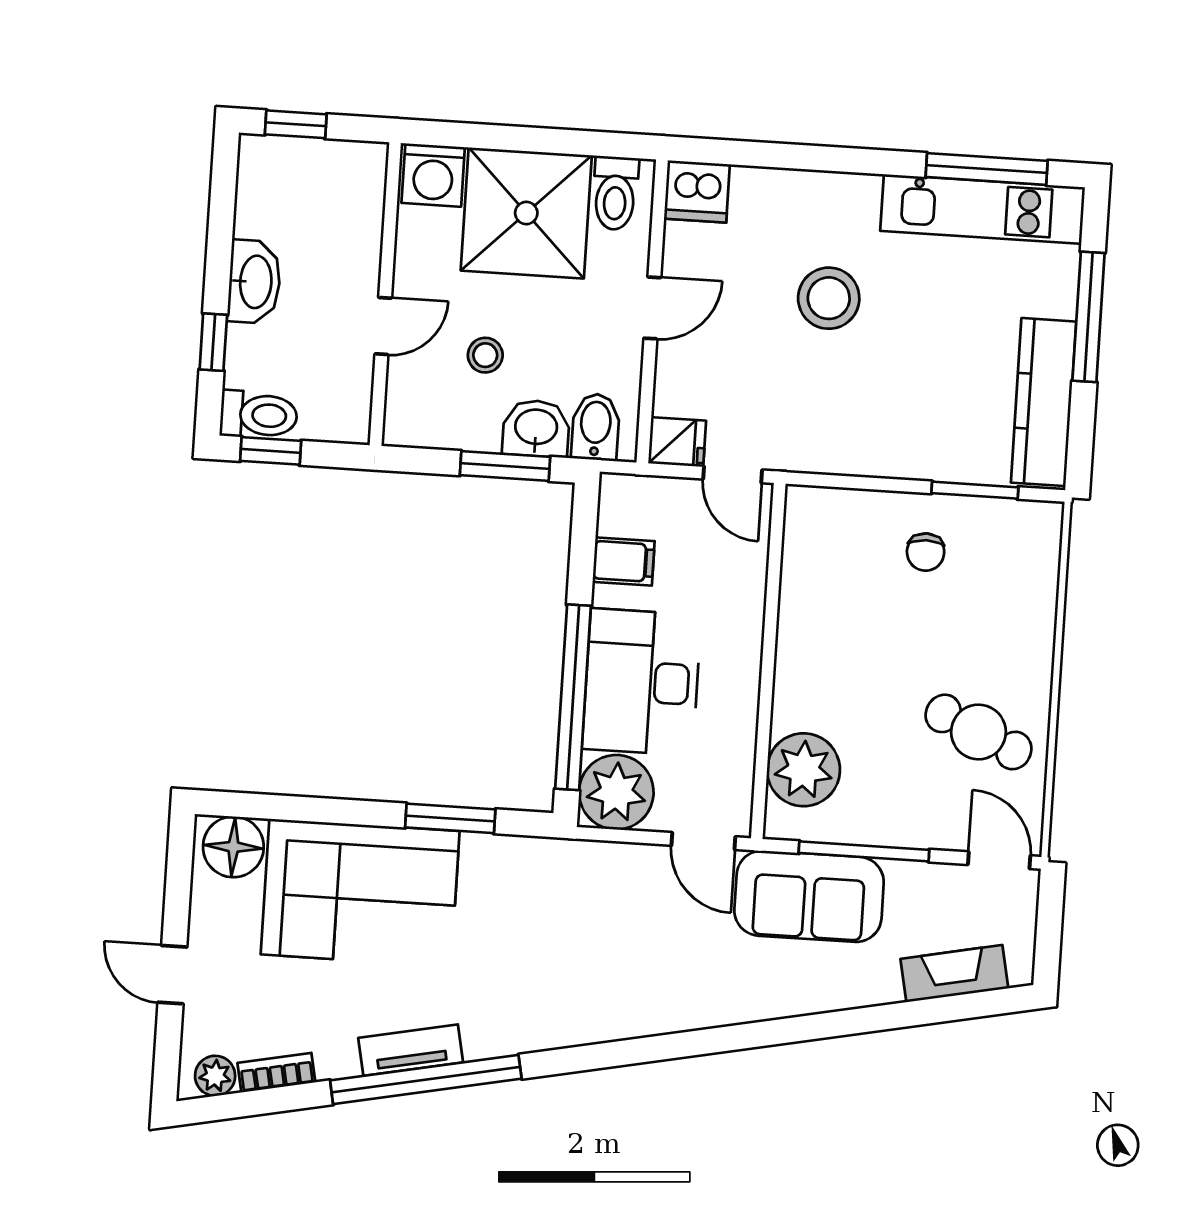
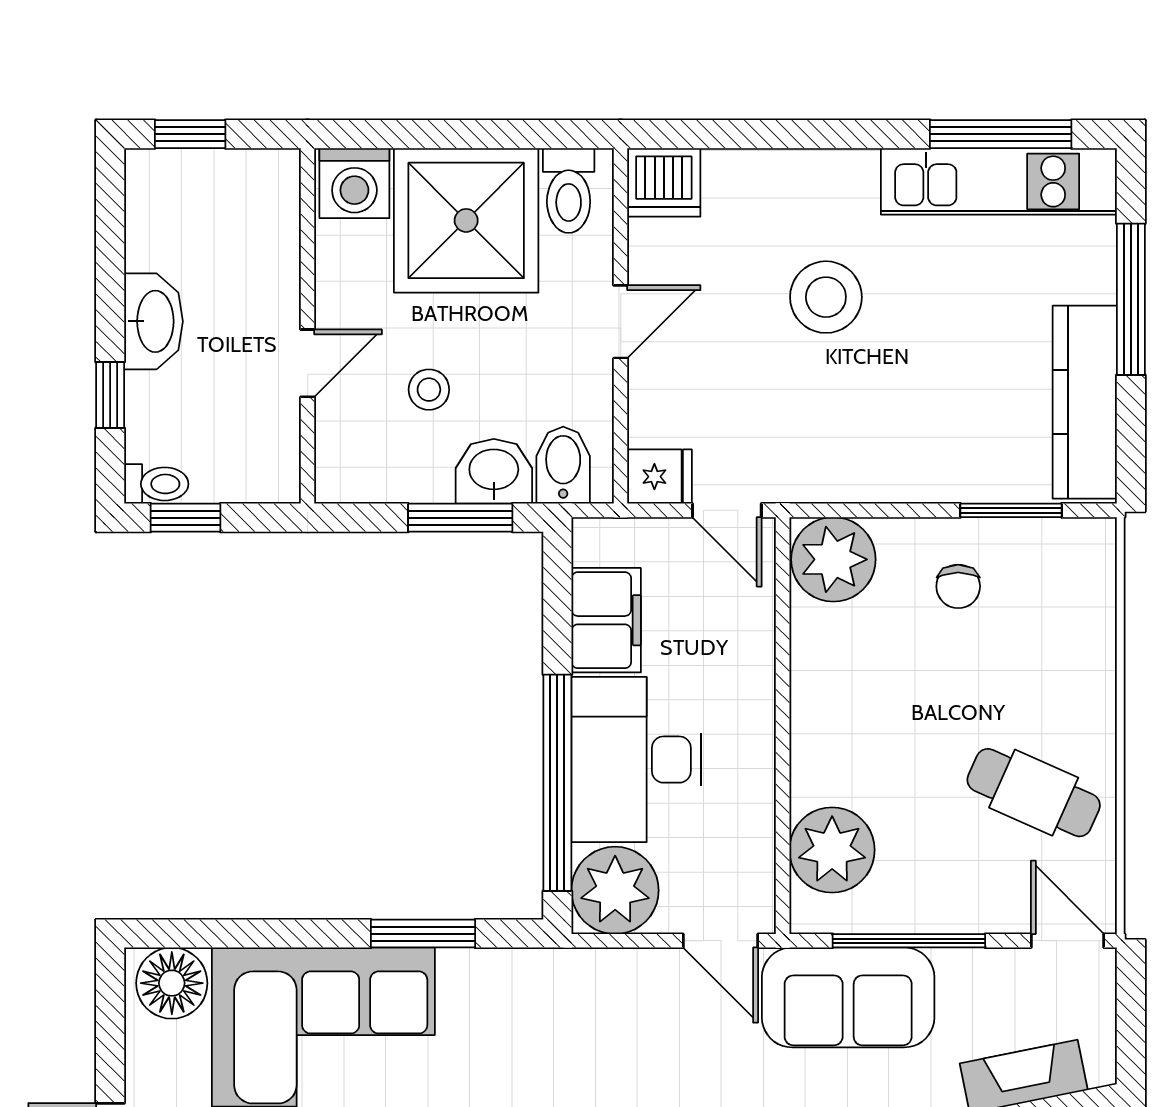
toilet: (259, 415) -> (156, 484), width x0.73, depth x0.72
plant: (821, 522) -> (833, 559), added
filing cabinet: (624, 561) -> (606, 620), width x2.00

